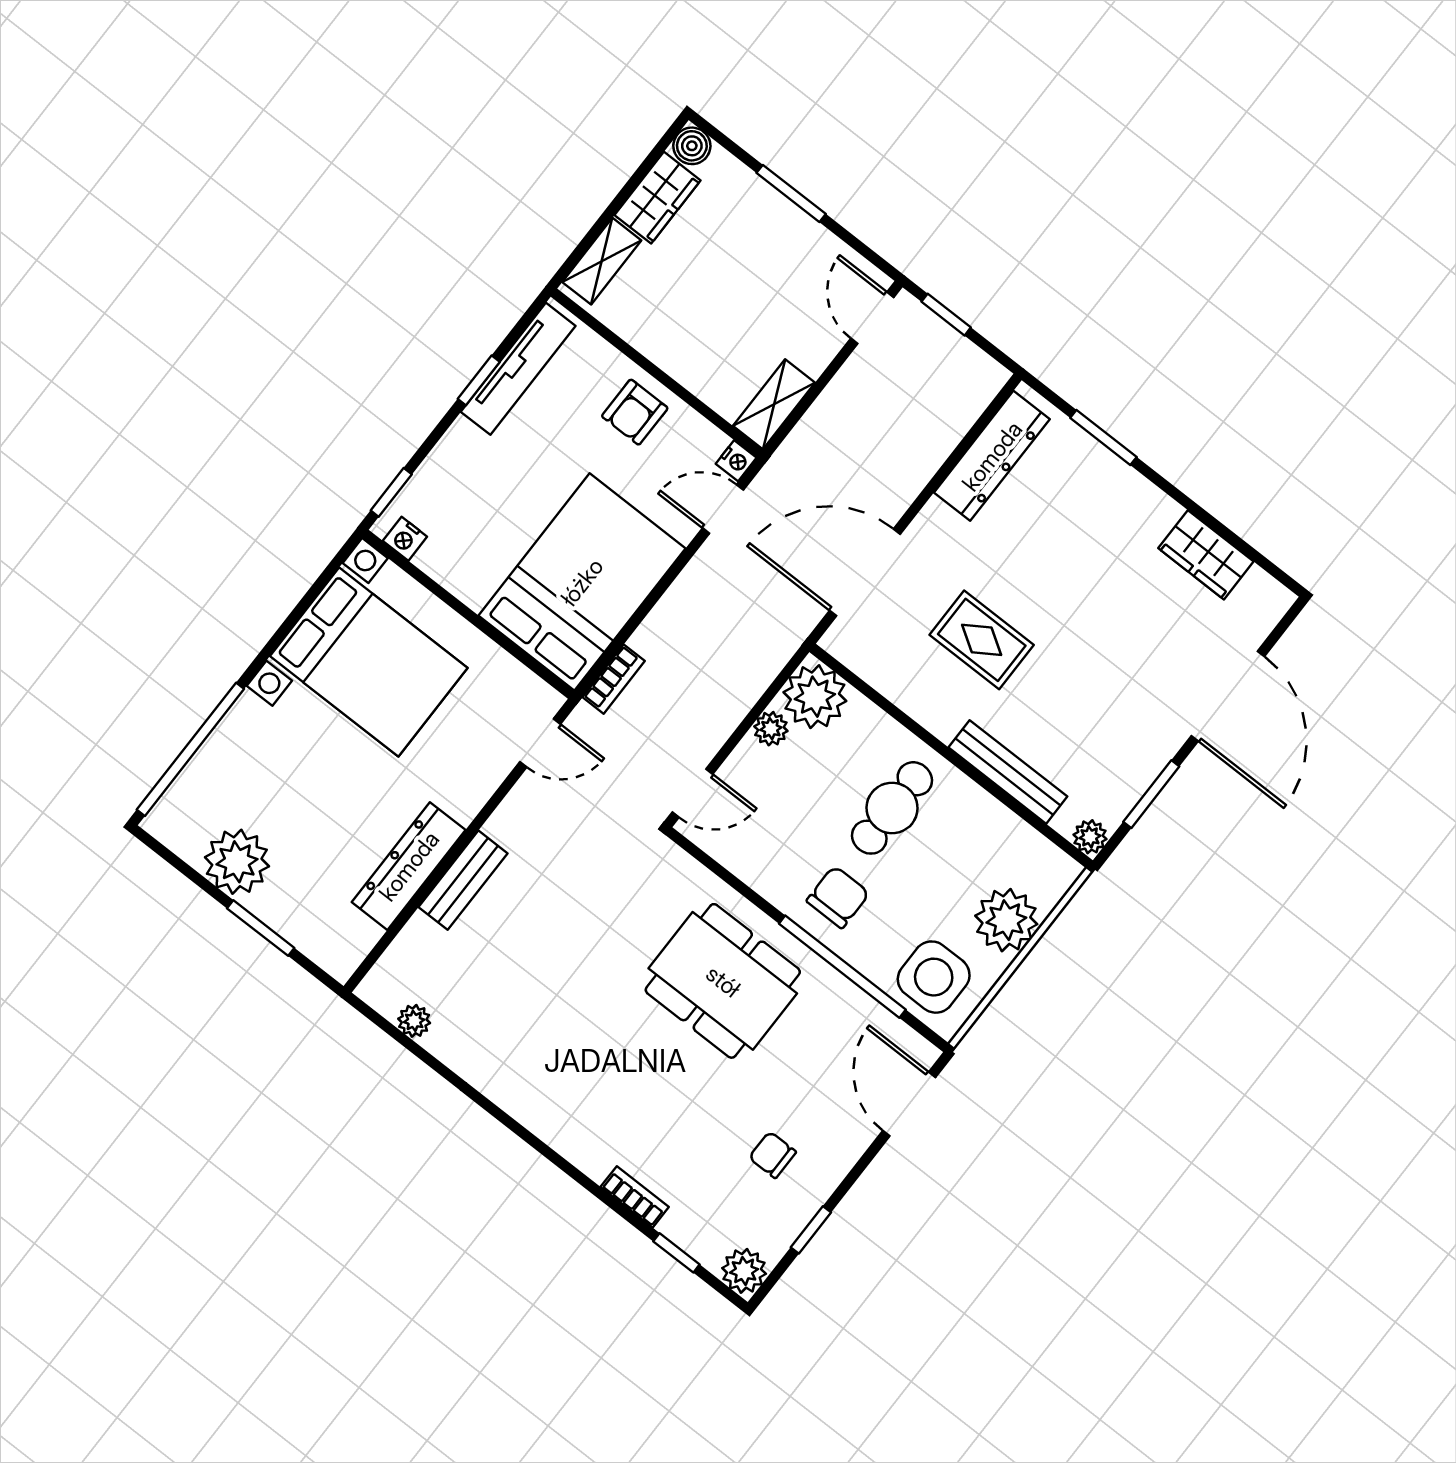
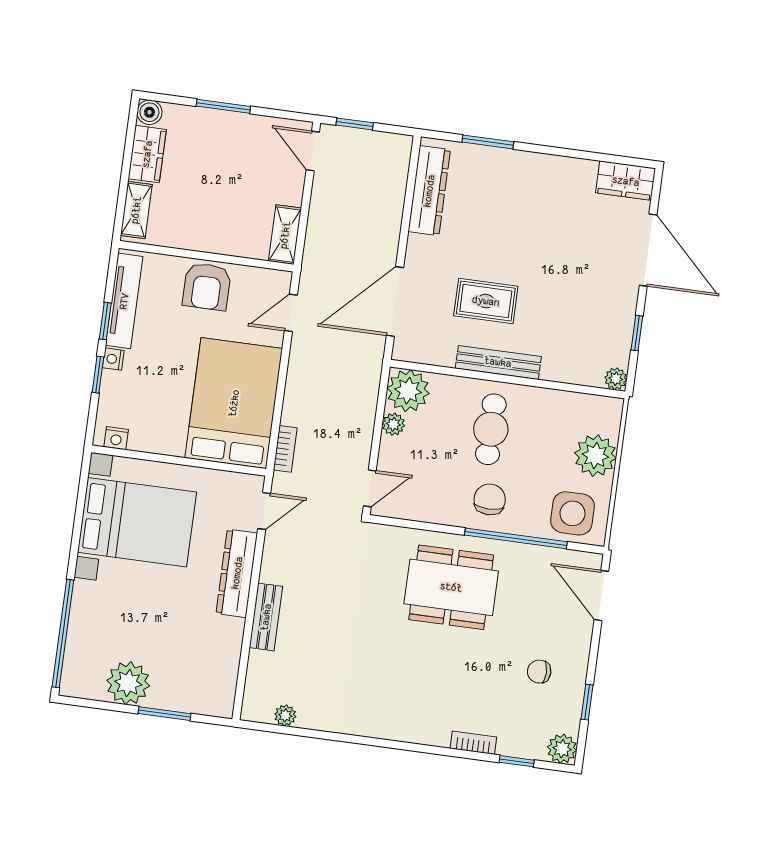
armchair: (635, 412) -> (207, 286), width x1.38, depth x1.38
nightstand: (736, 461) -> (113, 359), moved, turned 180
window: (391, 492) -> (98, 375), moved
wardrobe: (1206, 555) -> (626, 181), moved
bench: (1008, 772) -> (498, 362), moved
window: (1151, 794) -> (637, 333), width x0.67
dresser: (409, 866) -> (237, 573), moved

